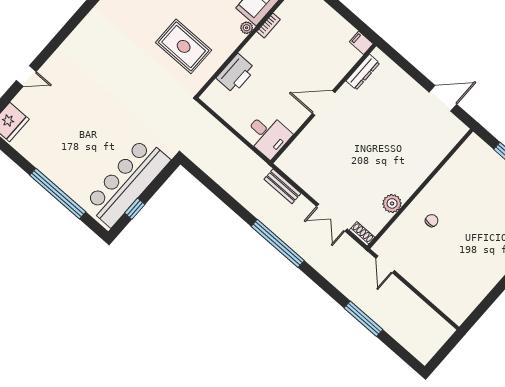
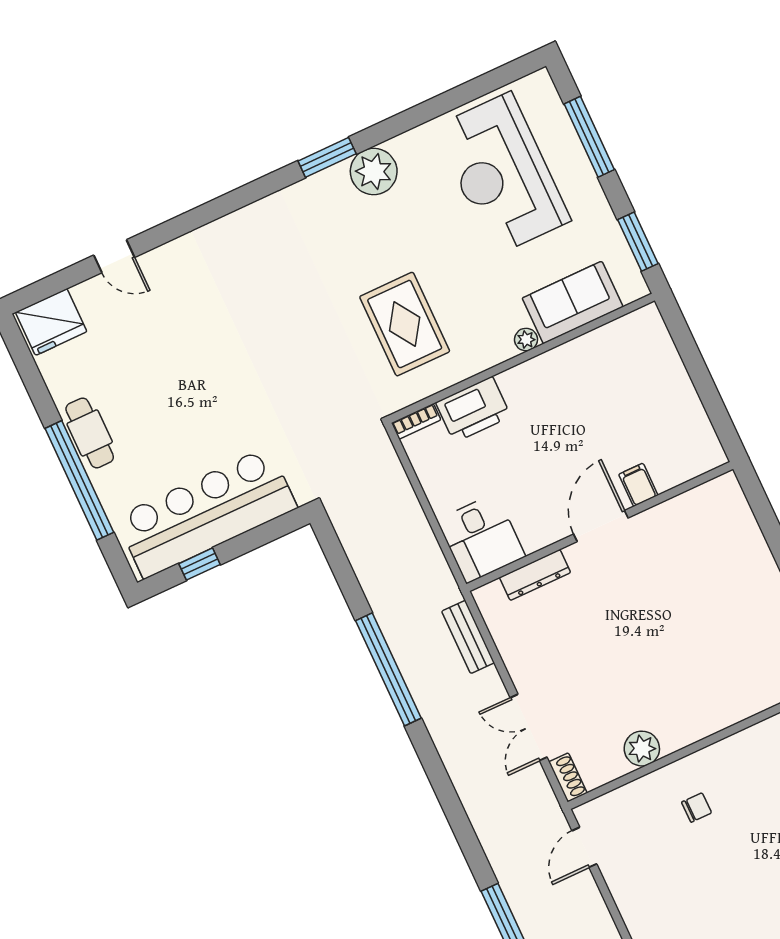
bookcase: (268, 26) -> (416, 421), moved
filing cabinet: (361, 43) -> (638, 485), moved
dresser: (363, 72) -> (535, 575), moved
door: (324, 103) -> (601, 526), hinge flipped
cafe table: (53, 168) -> (90, 433), added
window: (278, 243) -> (388, 669), moved

